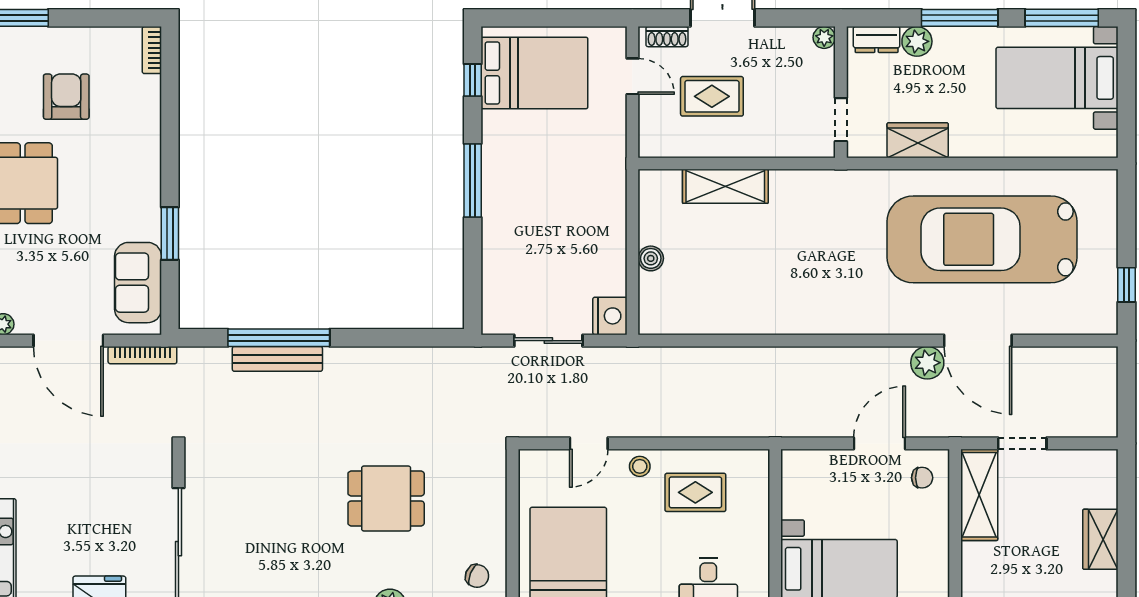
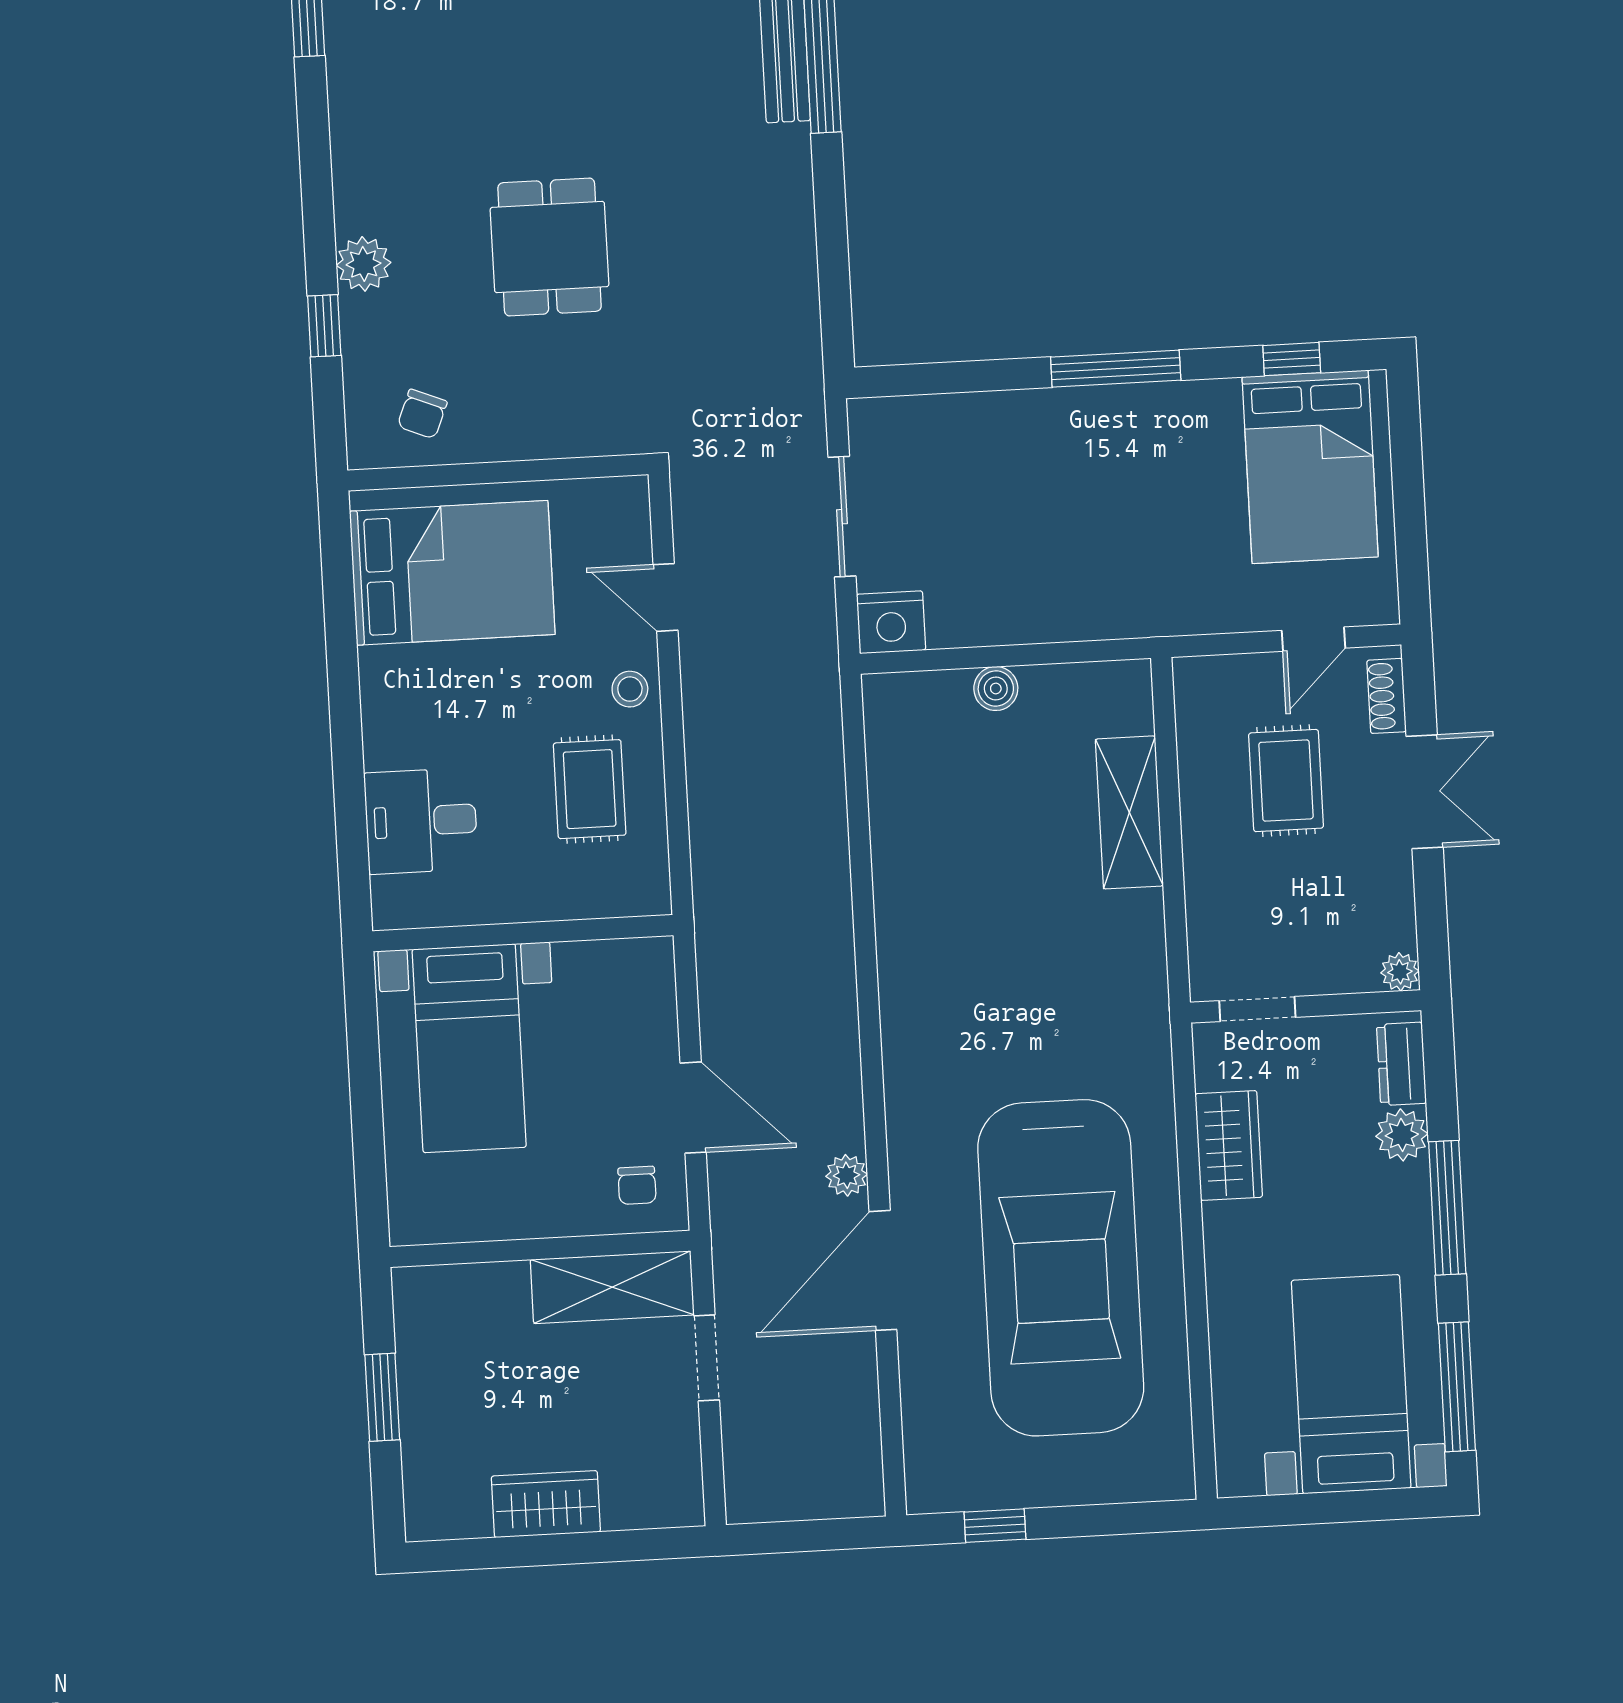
car: (982, 239) -> (1061, 1268), turned 180
plant: (927, 363) -> (847, 1175), width x0.73, depth x0.73

